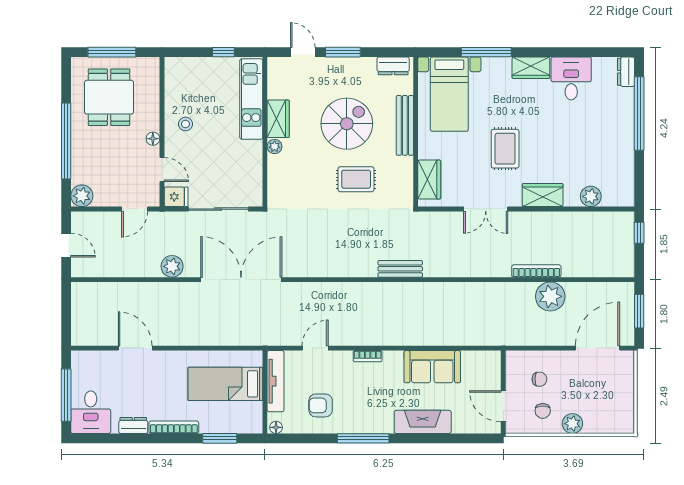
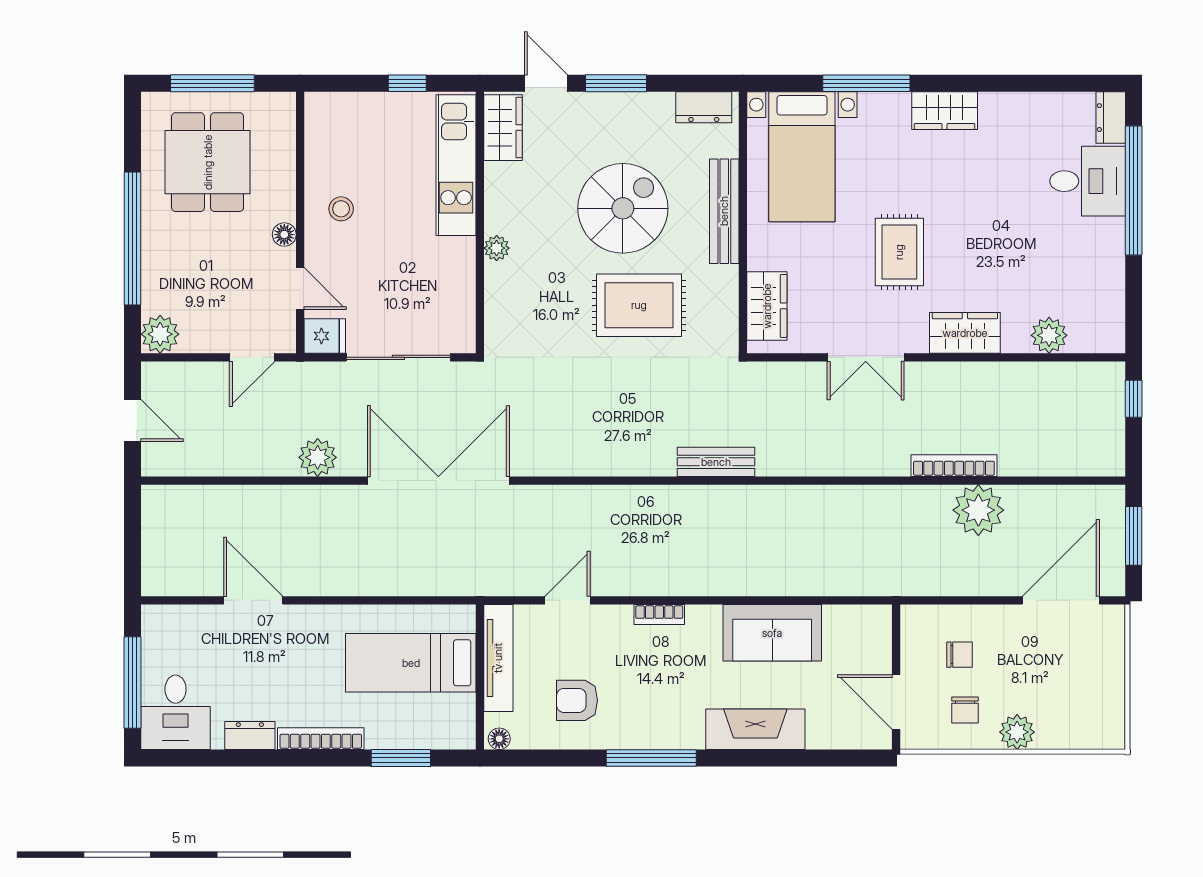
desk: (571, 78) -> (1088, 181), moved, turned 90
wardrobe: (278, 119) -> (503, 128), moved
rug: (356, 179) -> (639, 305), width x1.36, depth x1.43

